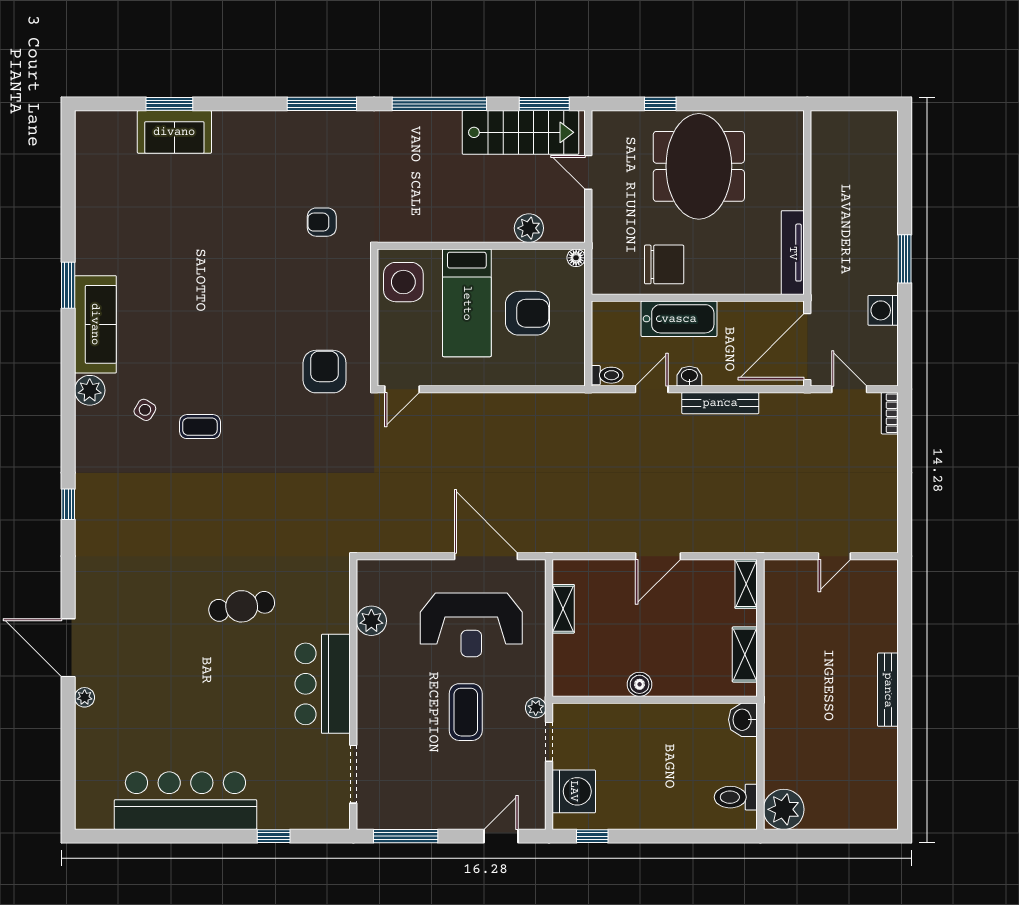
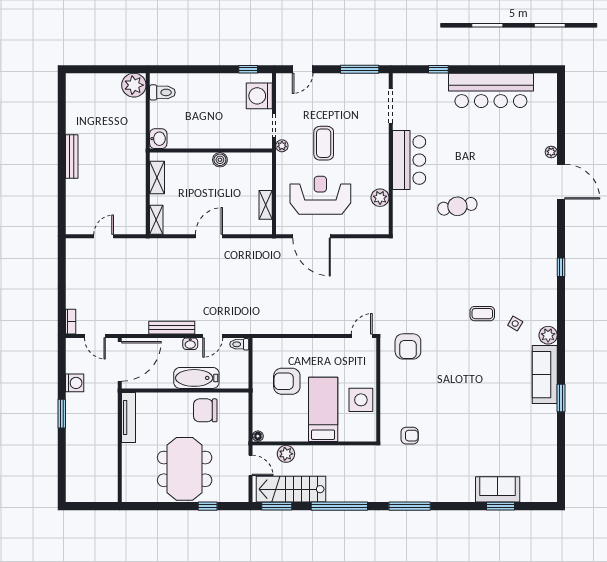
plant: (529, 228) -> (286, 454), moved
wall: (481, 246) -> (314, 443), moved
floor lamp: (576, 258) -> (258, 436), moved
bed: (467, 303) -> (323, 409), moved

